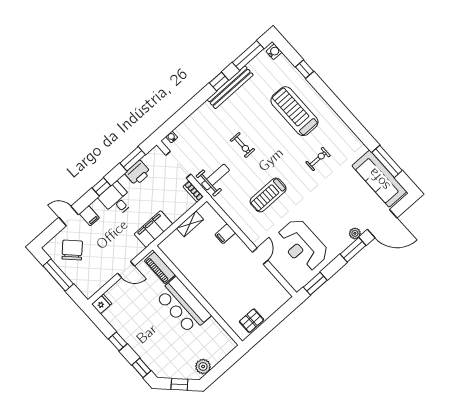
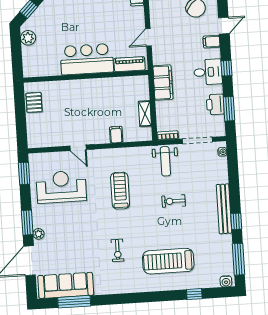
bench: (230, 87) -> (224, 209), moved
treadmill: (294, 111) -> (168, 261), turned 180

